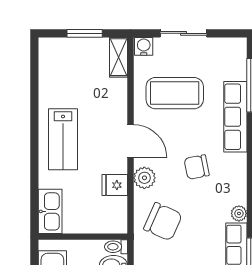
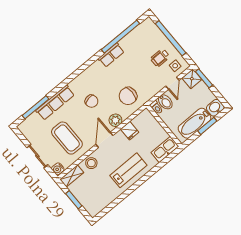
stool: (114, 98) -> (91, 163), added
plant: (239, 213) -> (96, 65), removed
chair: (163, 222) -> (128, 96), turned -114

